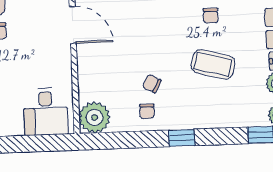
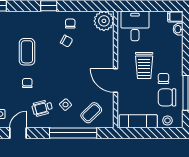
trolley: (29, 50) -> (144, 65), added
coffee table: (213, 64) -> (27, 52), turned 75

